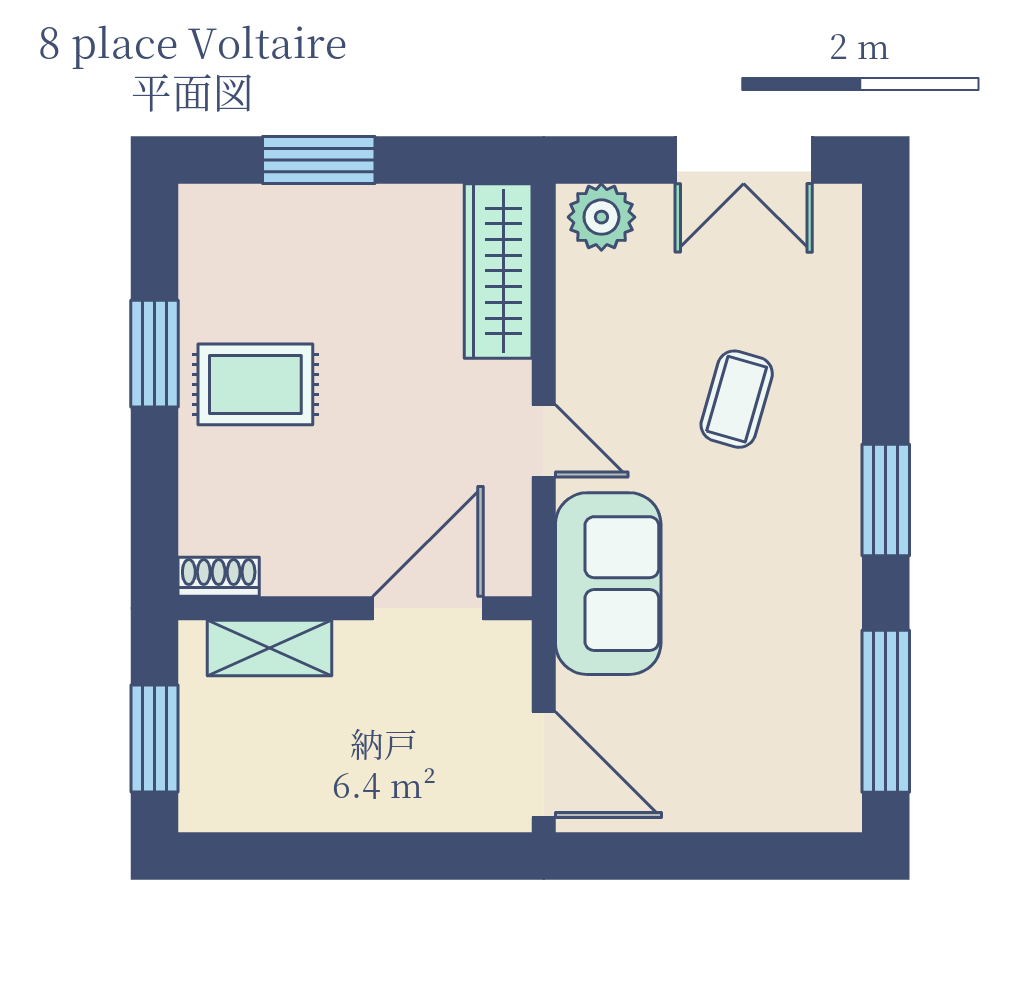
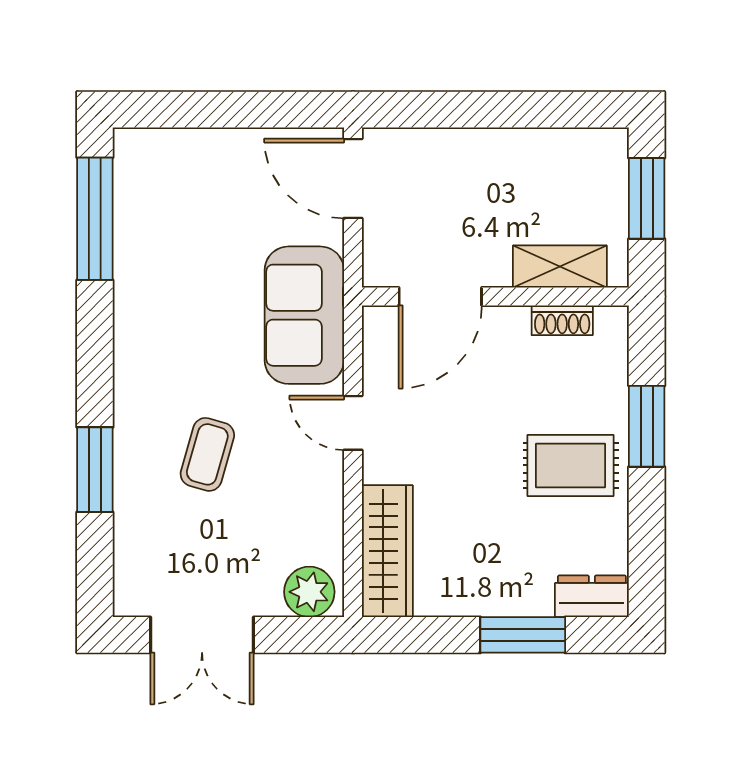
double door: (744, 160) -> (202, 635), swing flipped
dresser: (227, 211) -> (592, 596), added
window: (155, 354) -> (647, 426), moved
window: (886, 500) -> (95, 470), moved
shoe rack: (219, 577) -> (562, 320), moved

